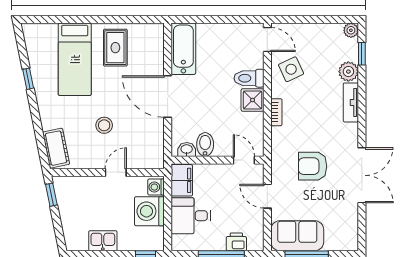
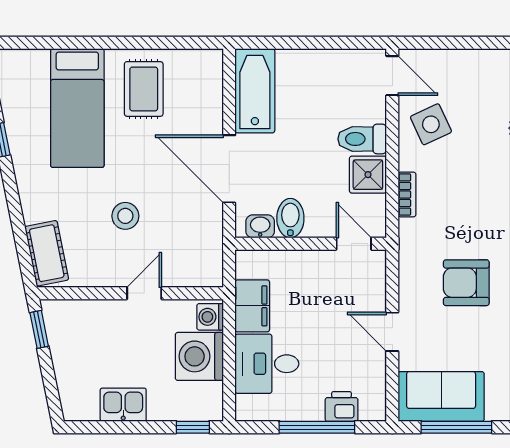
bidet: (205, 144) -> (290, 218), moved
washbasin: (187, 149) -> (260, 226), moved
wall: (218, 160) -> (311, 244), moved
door: (244, 160) -> (354, 244), moved

